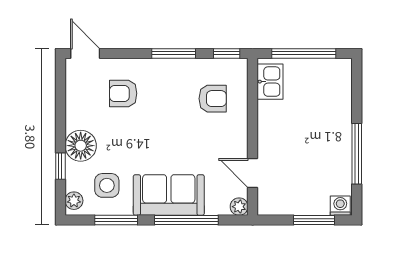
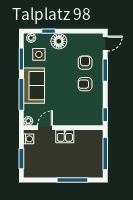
window: (174, 53) -> (105, 70), moved
kitchen sink: (270, 82) -> (65, 136), moved
armchair: (213, 99) -> (85, 84), moved, turned 90
window: (357, 154) -> (72, 180), moved
washing machine: (340, 206) -> (29, 139), moved

